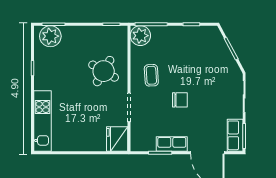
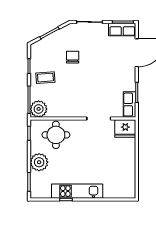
plant: (50, 36) -> (39, 162), moved
round table: (104, 71) -> (56, 135), moved, turned -30
coffee table: (151, 75) -> (45, 78), moved
chair: (180, 100) -> (73, 57), moved
kitchen unit: (42, 121) -> (77, 191), moved
row of seats: (172, 144) -> (130, 105), moved

